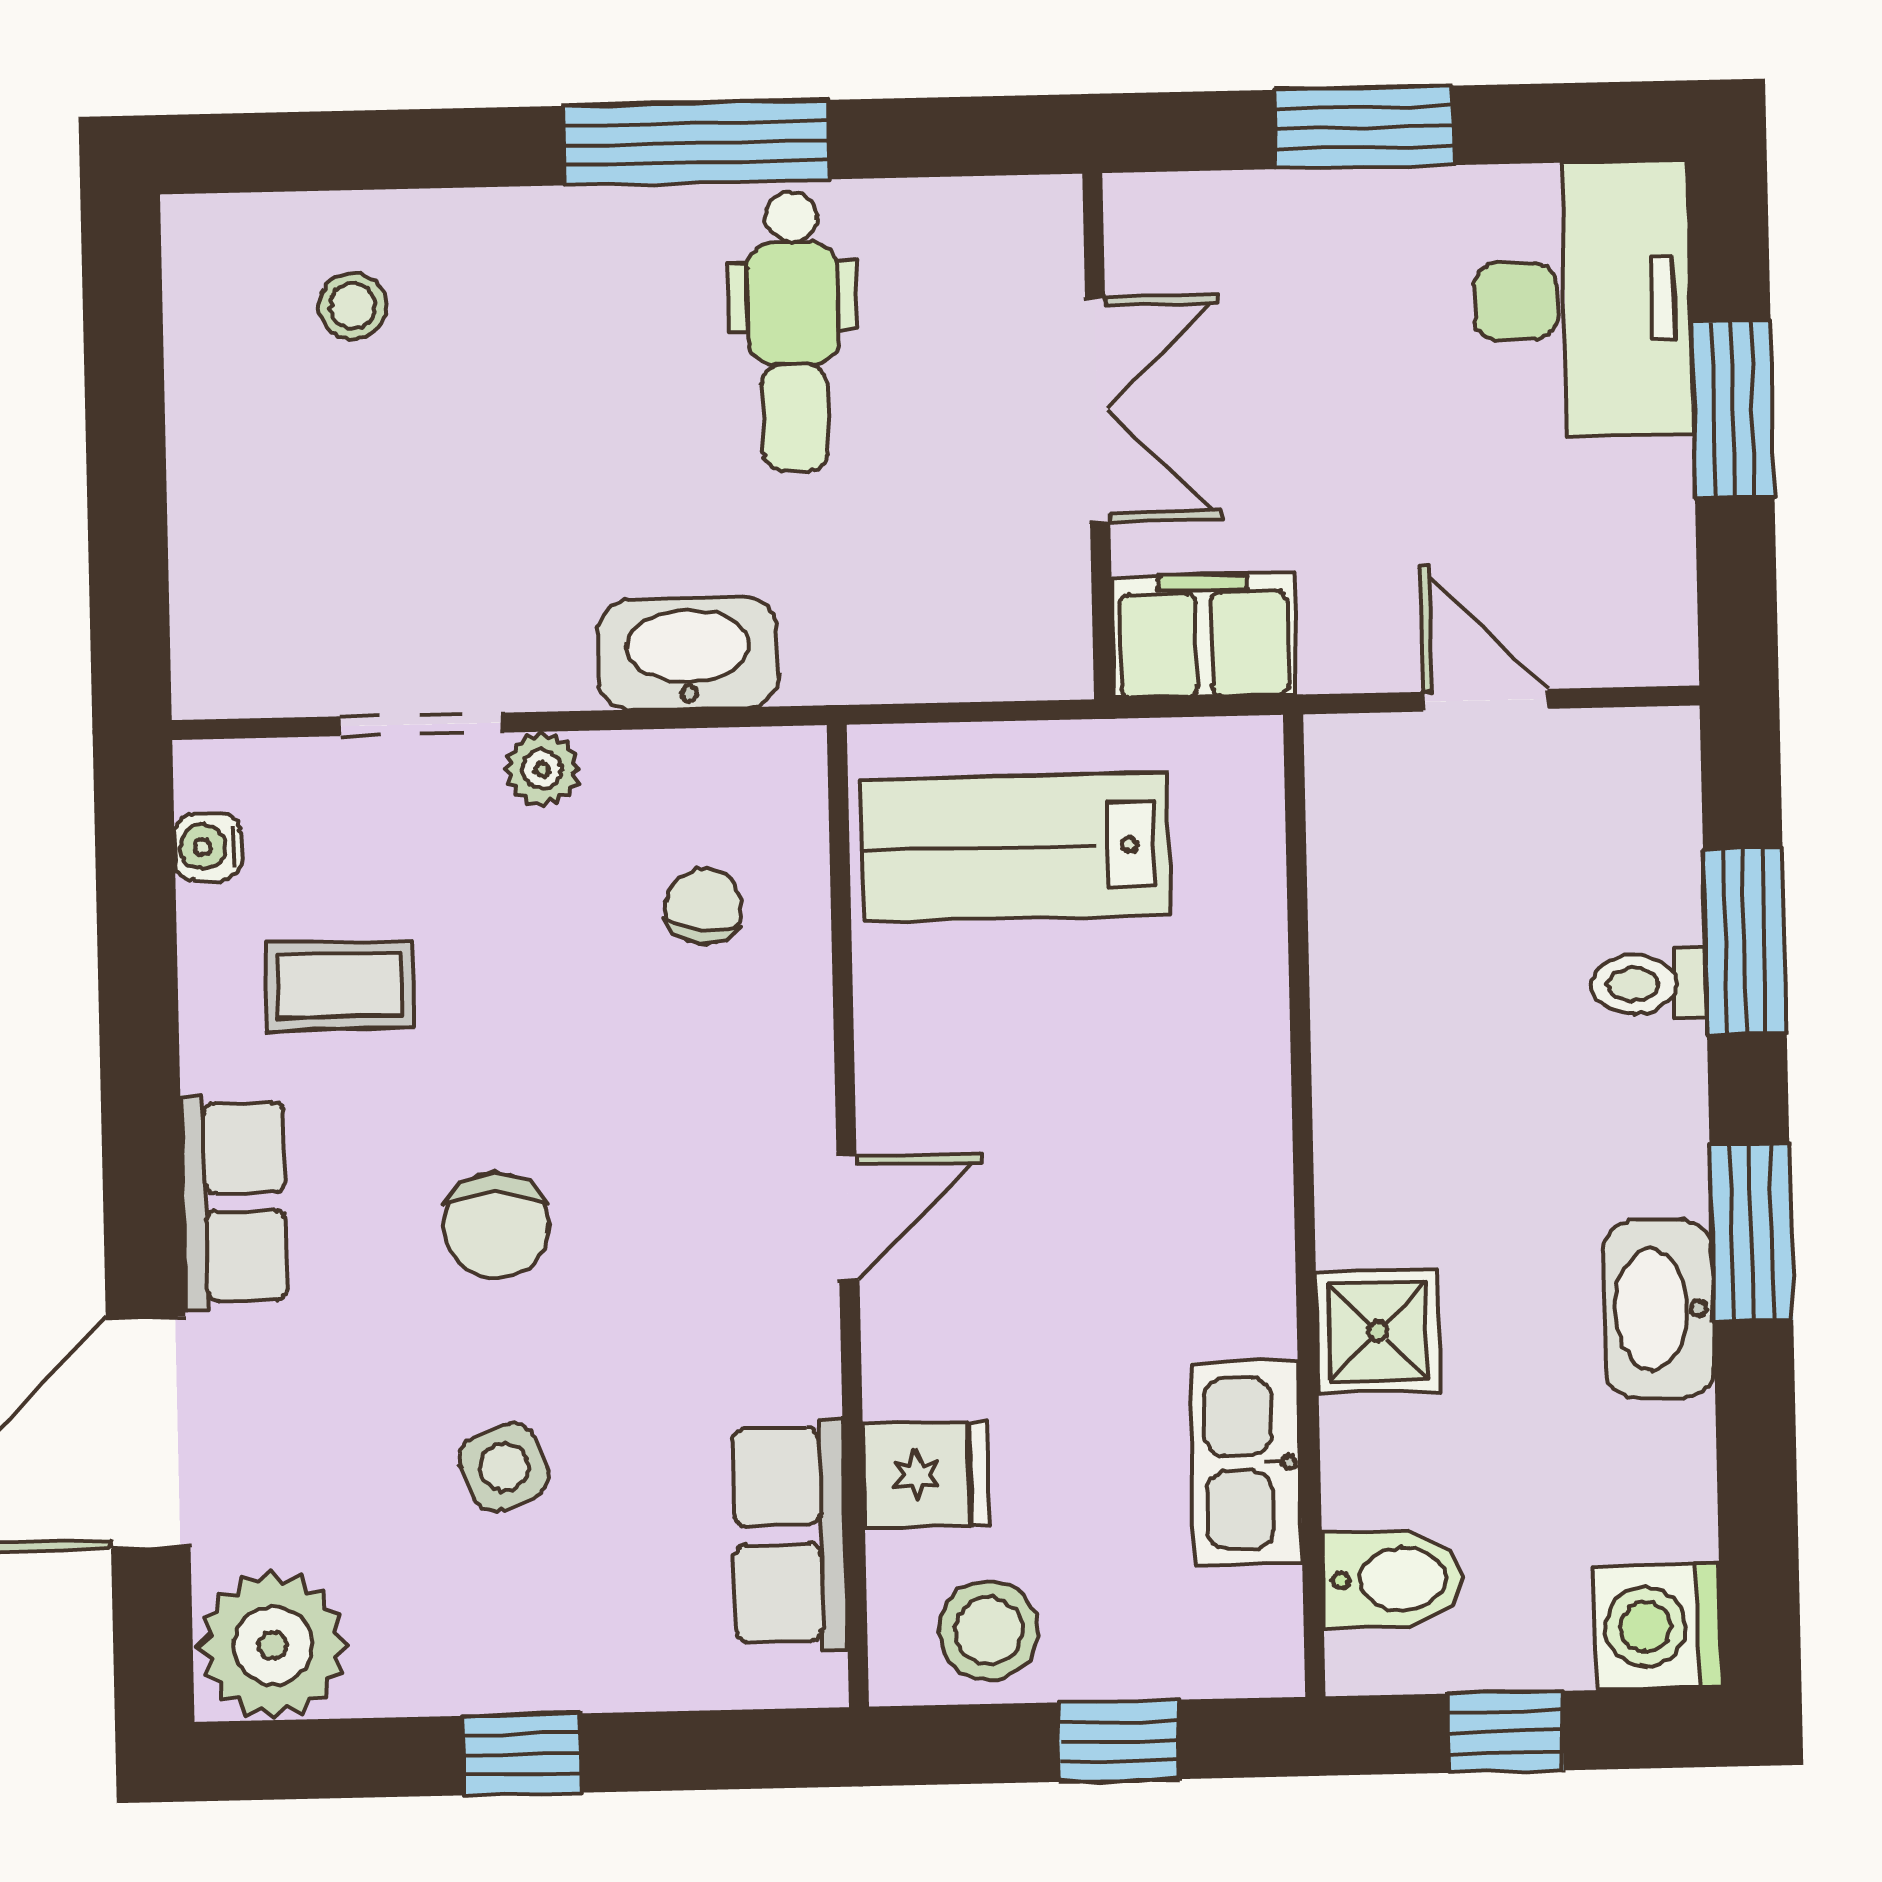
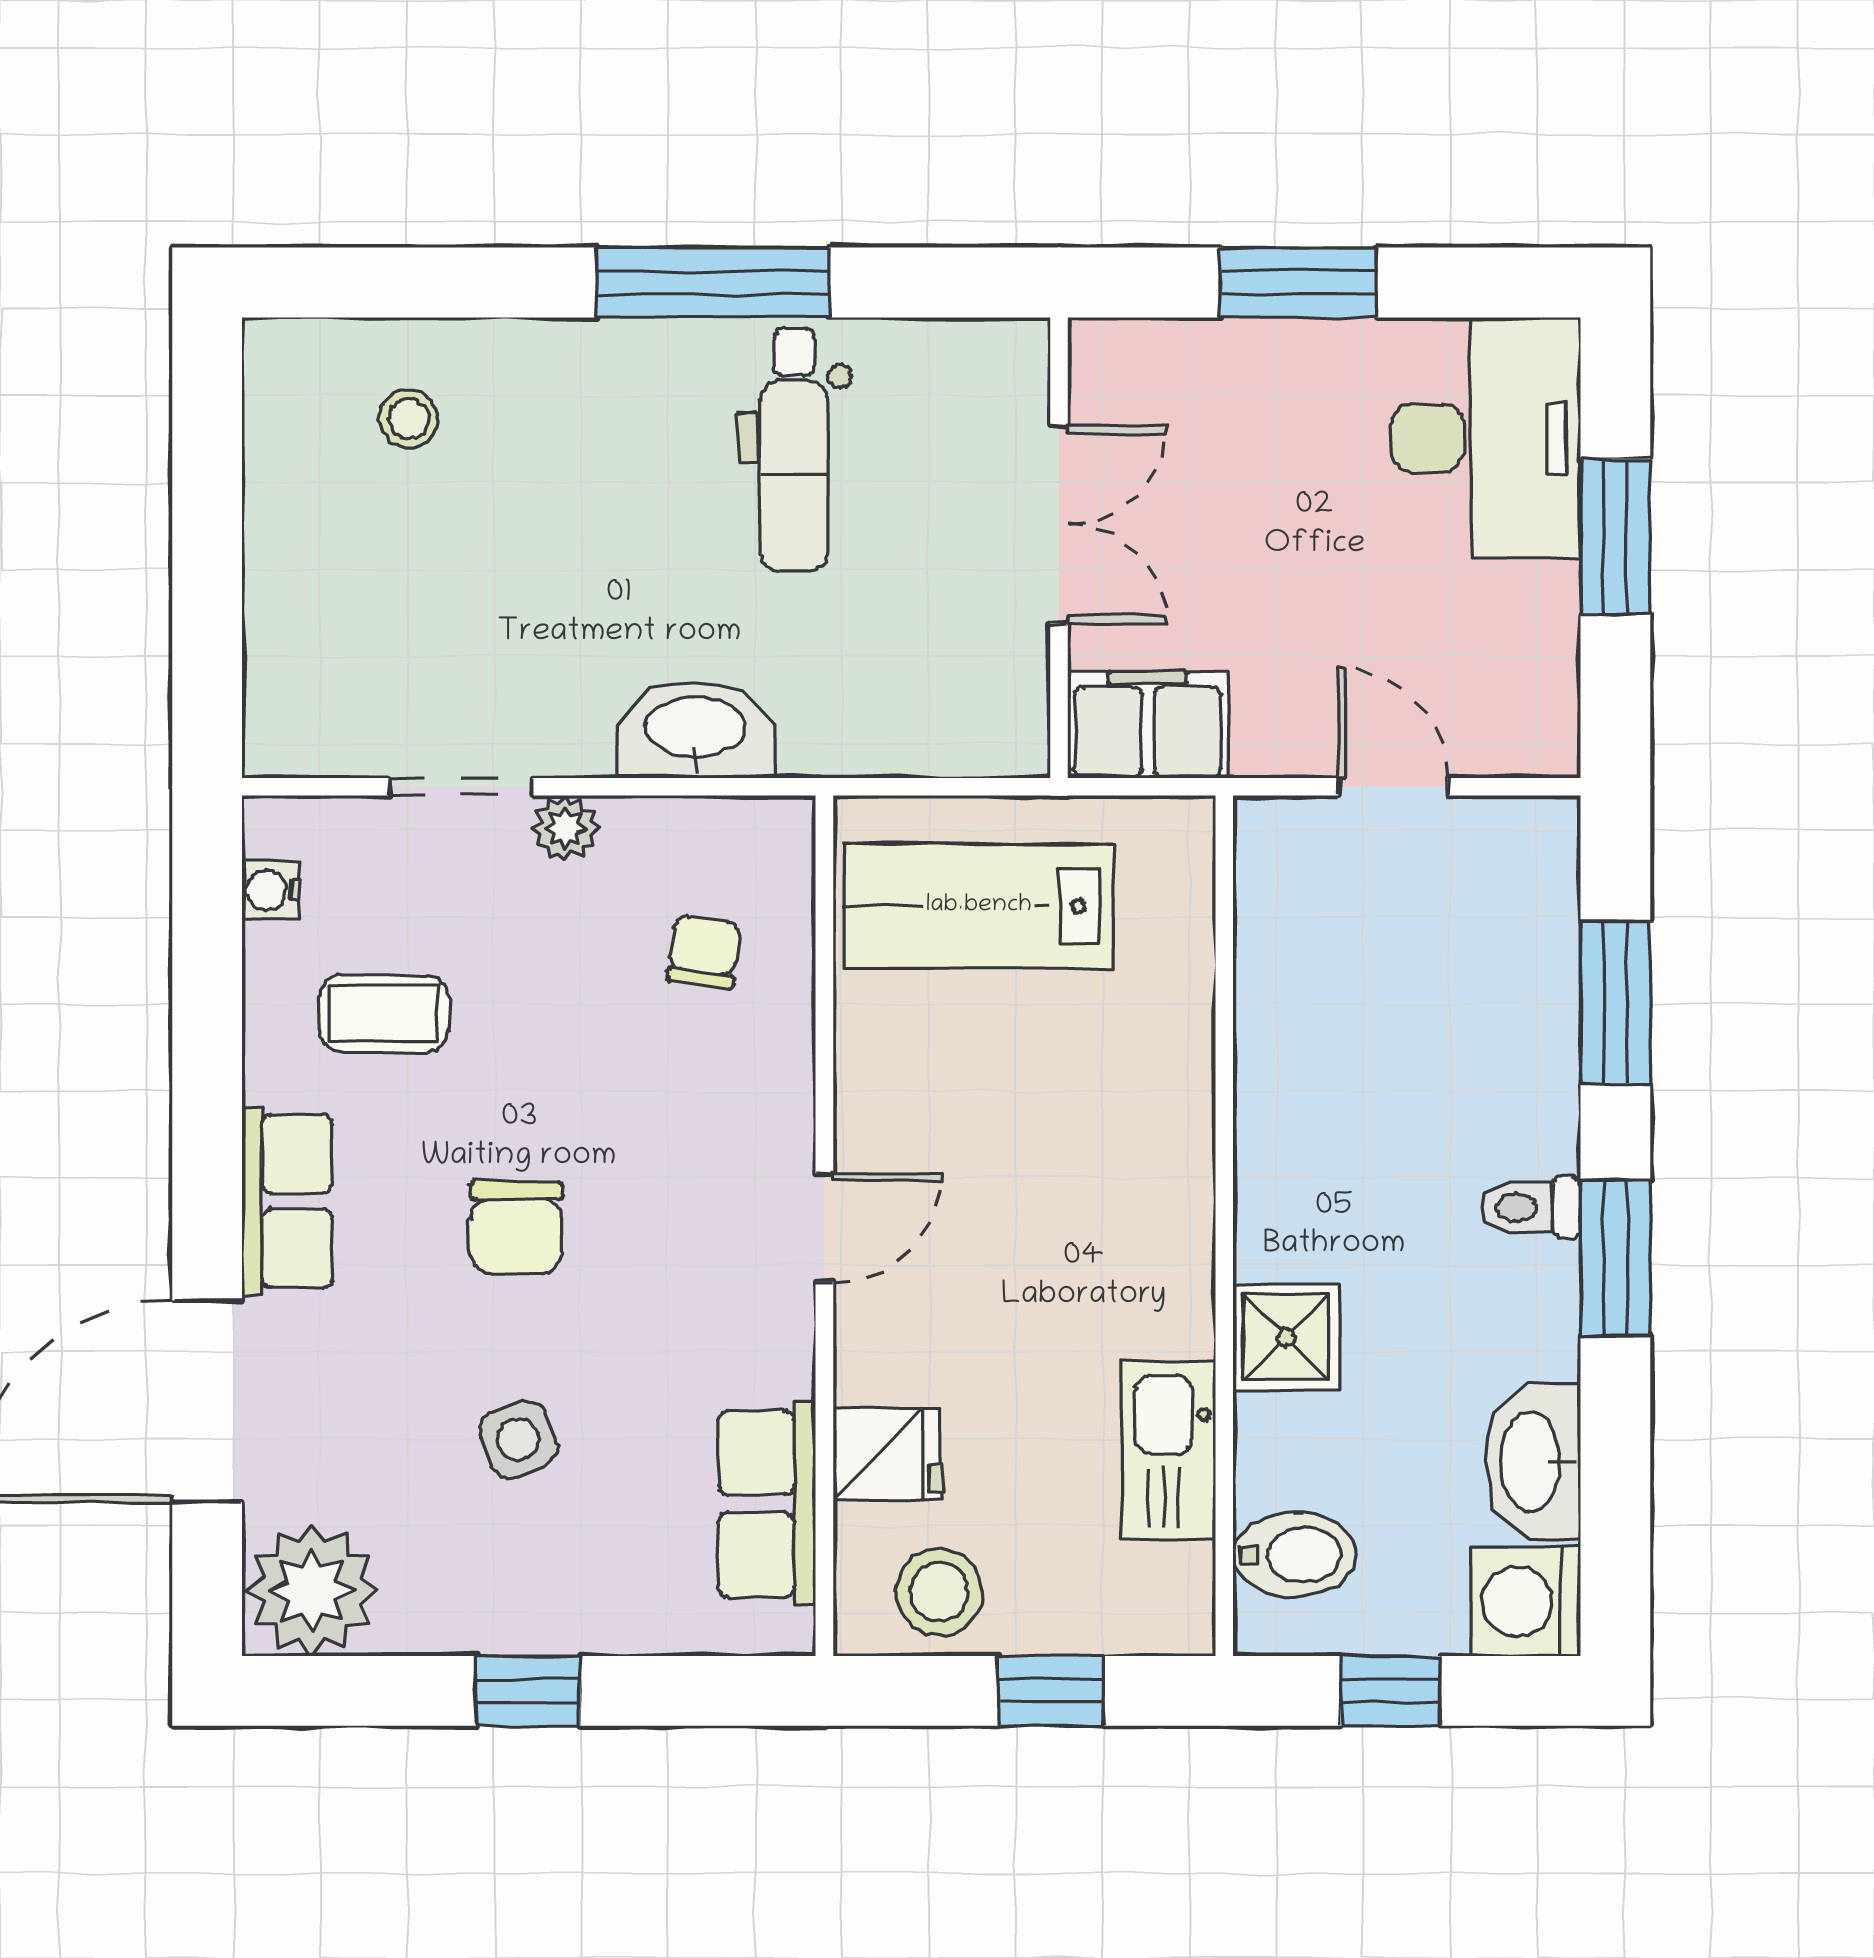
toilet: (1649, 984) -> (1531, 1207), moved
washbasin: (1659, 1309) -> (1533, 1461), moved

